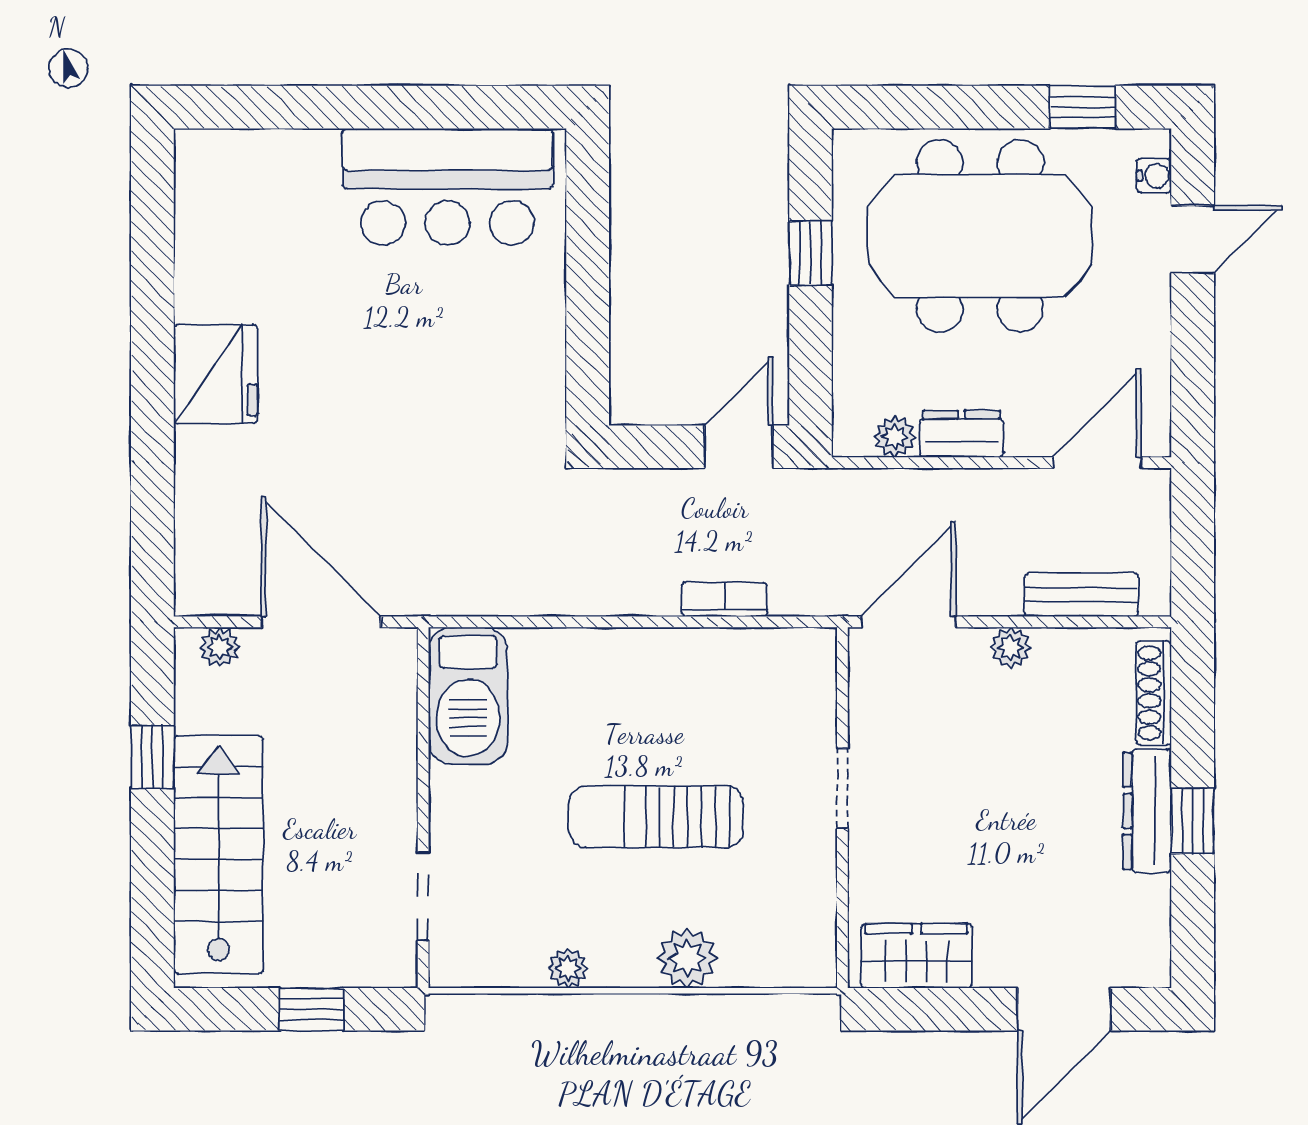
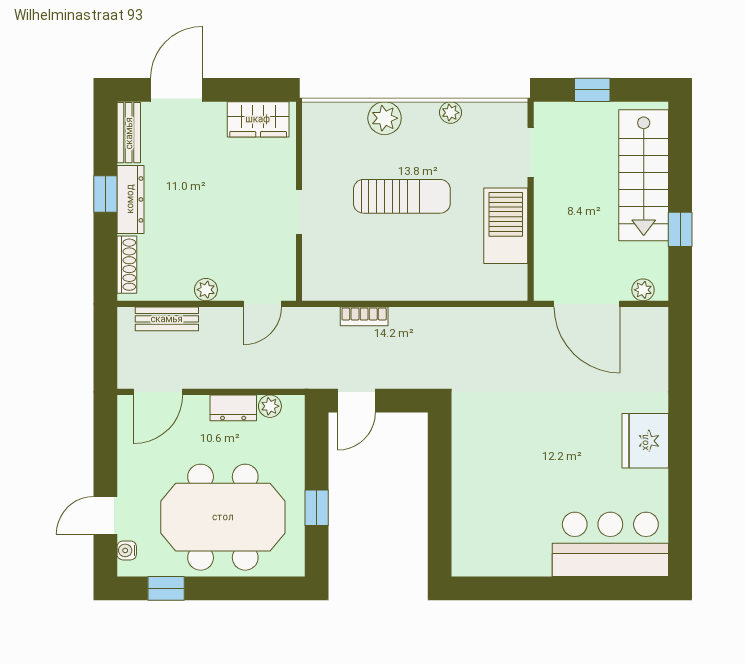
bar counter: (447, 187) -> (610, 544), moved
door: (908, 622) -> (262, 304), width x0.73
barbecue: (468, 696) -> (506, 226), moved
bench: (1150, 932) -> (129, 133), added

